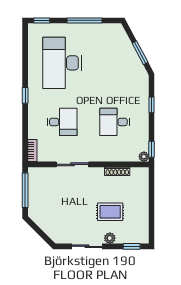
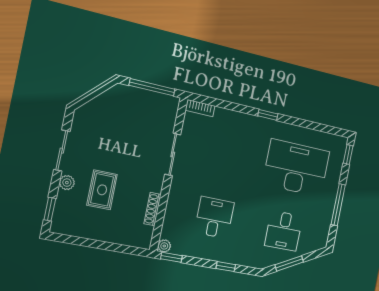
desk: (62, 122) -> (284, 231), moved

